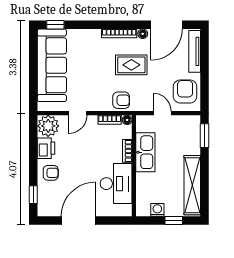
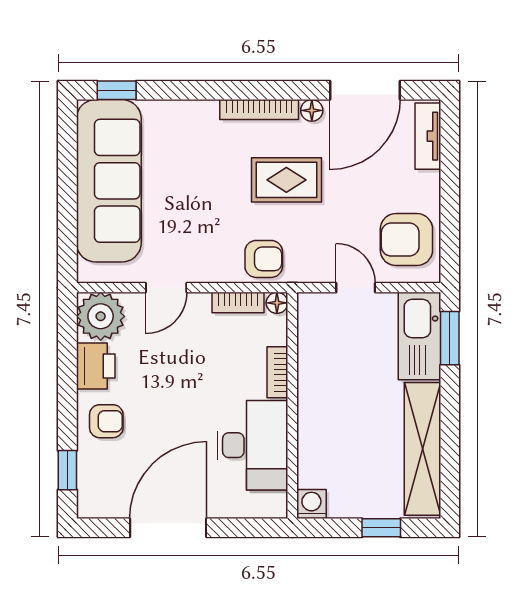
tv unit: (195, 51) -> (428, 136), width x0.71
armchair: (185, 92) -> (406, 240), turned -90
kitchen sink: (145, 152) -> (419, 336), moved, turned 180
washing machine: (157, 210) -> (311, 504), moved

